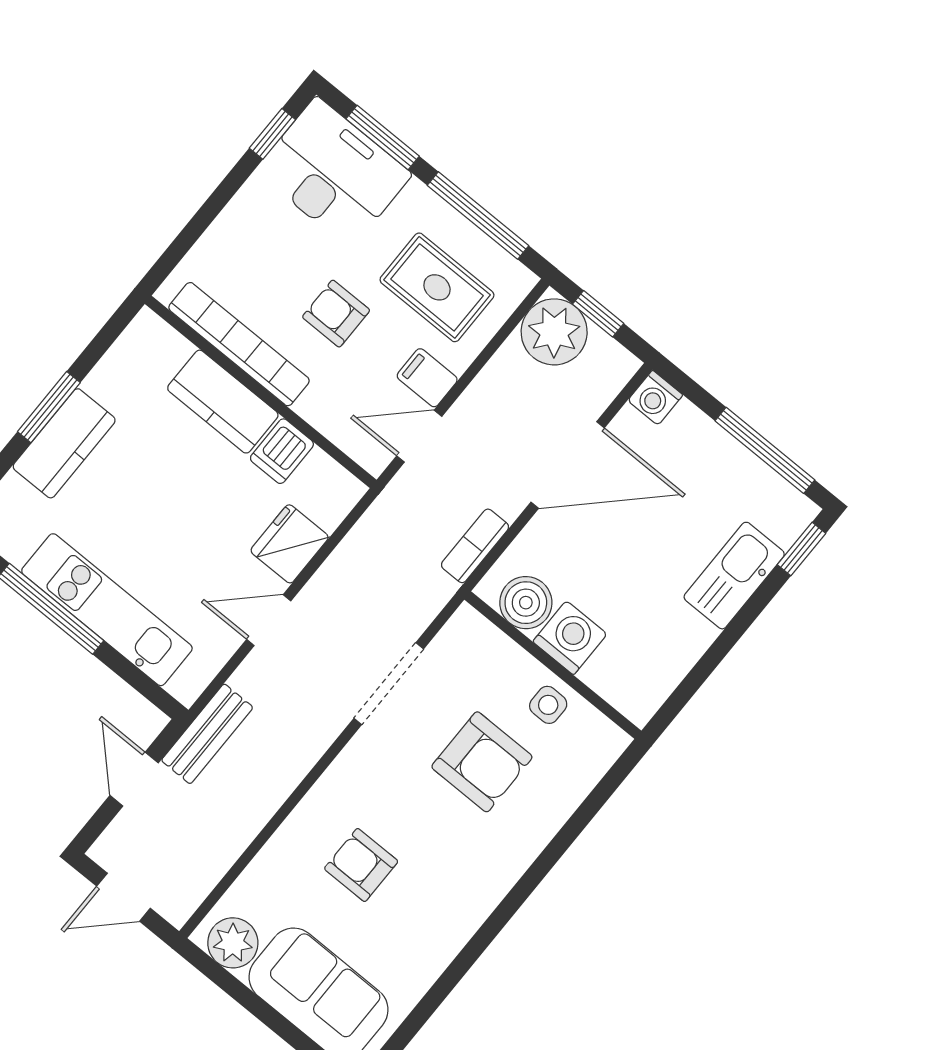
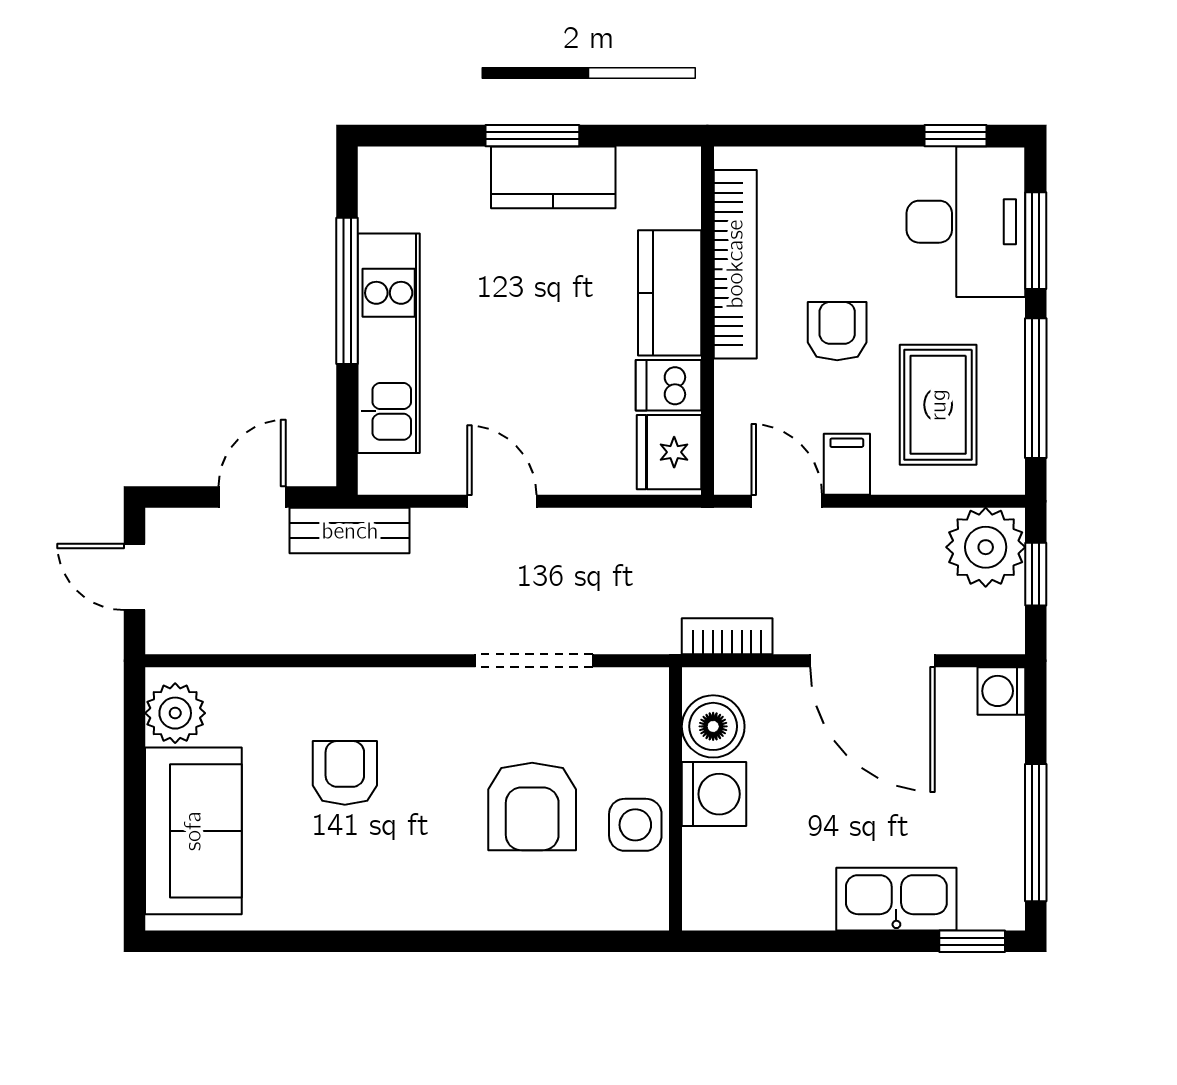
kitchen counter: (64, 443) -> (553, 177), moved
fridge: (290, 544) -> (669, 452), moved, turned -90
side table: (548, 705) -> (635, 825), width x1.37, depth x1.37

